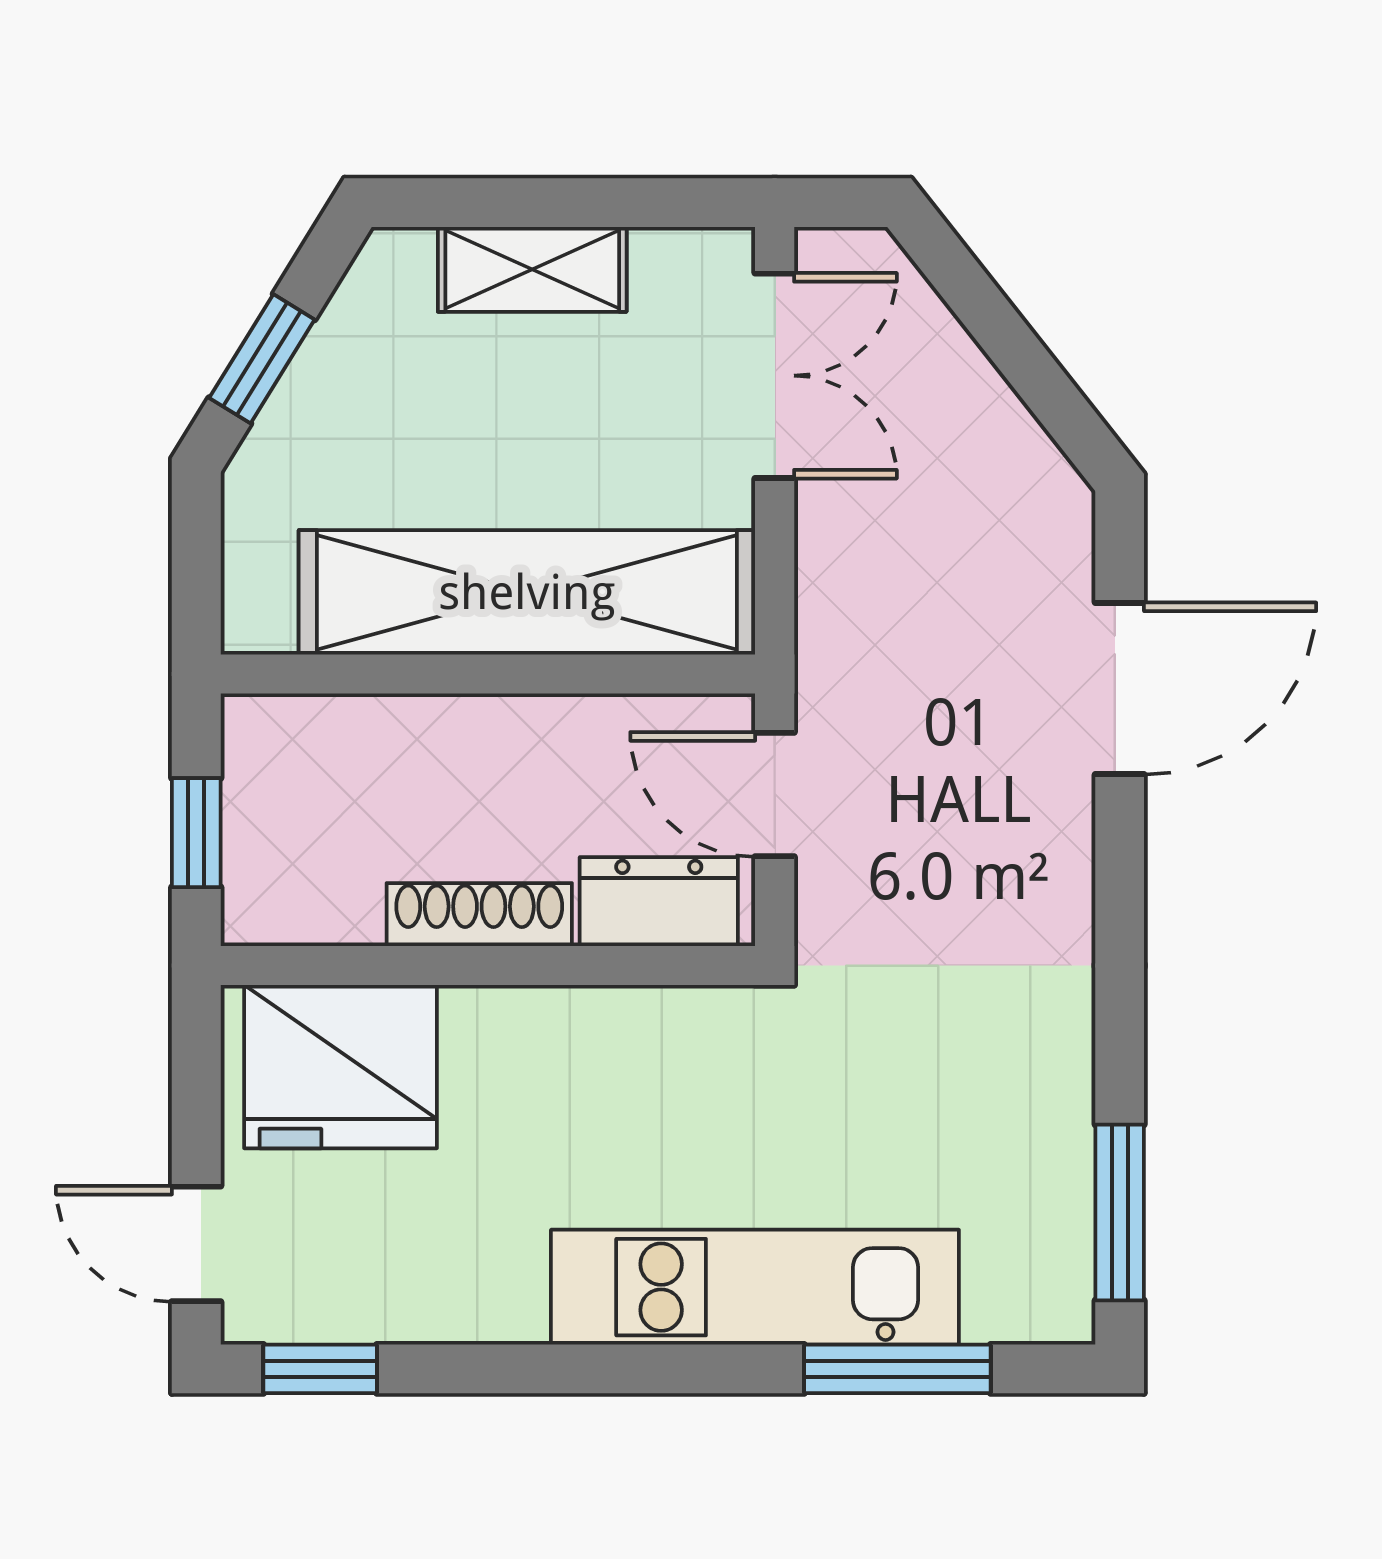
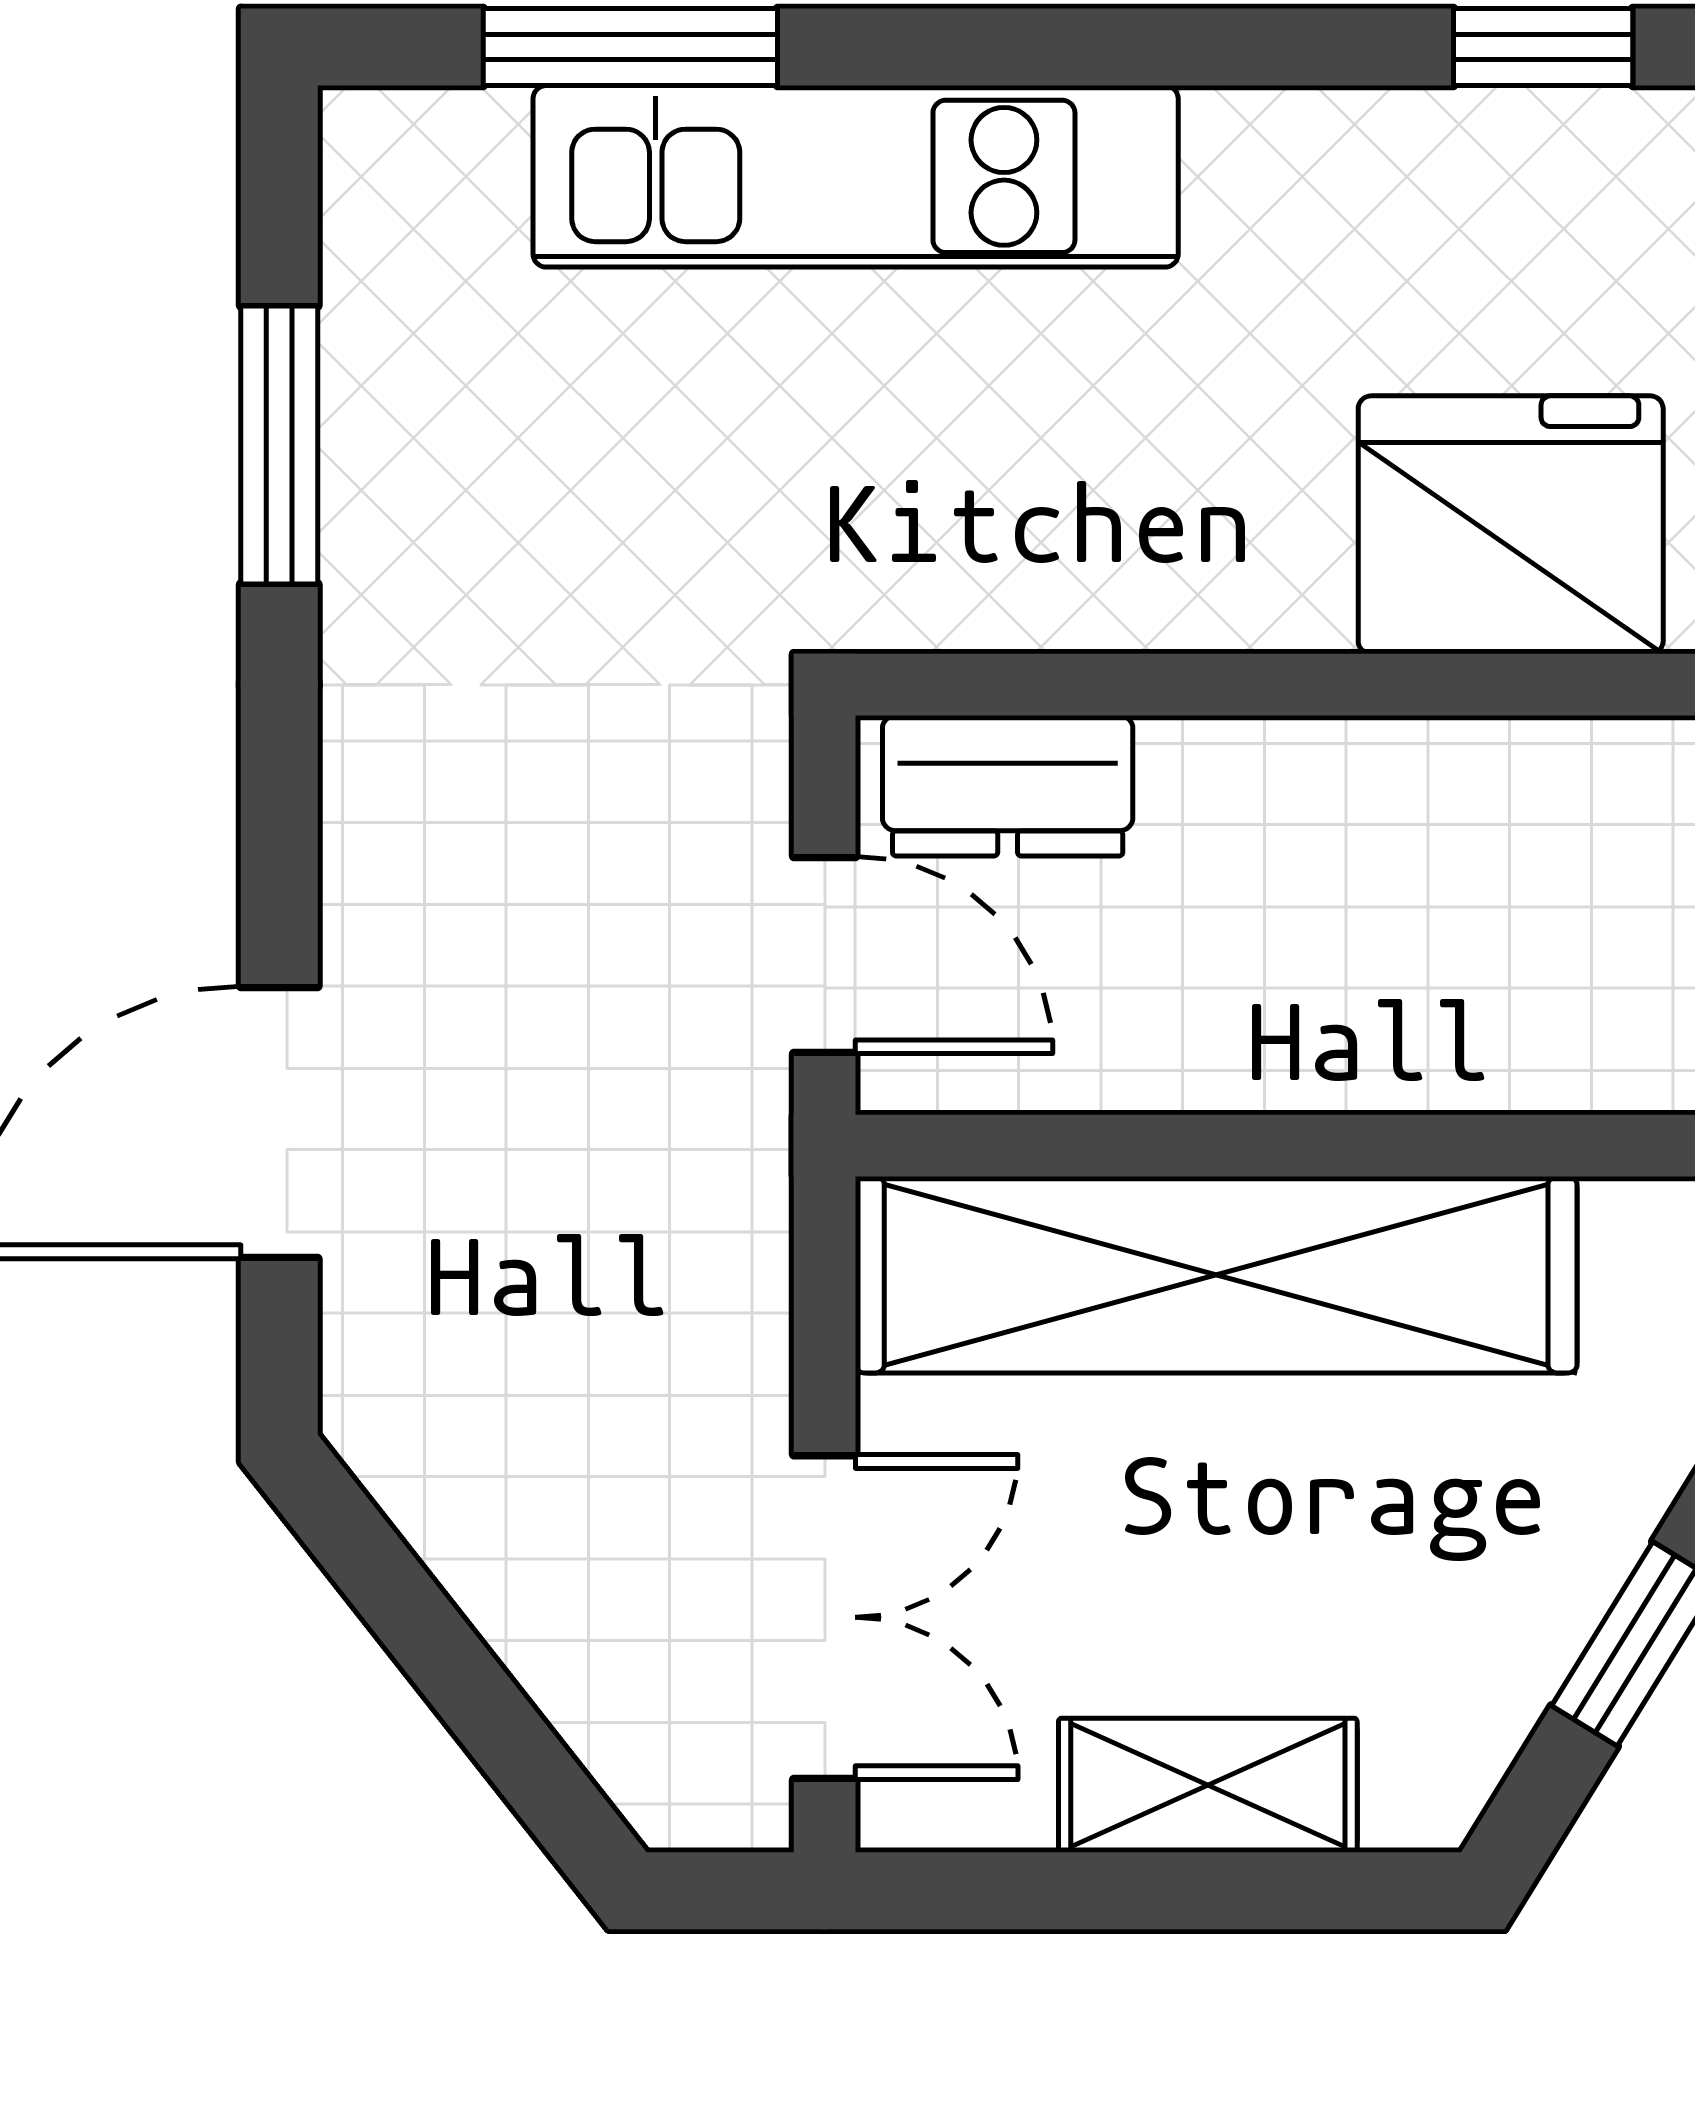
double door: (775, 376) -> (825, 1617), swing flipped
shoe rack: (479, 915) -> (1291, 765), removed
window: (1120, 1212) -> (279, 445), moved

